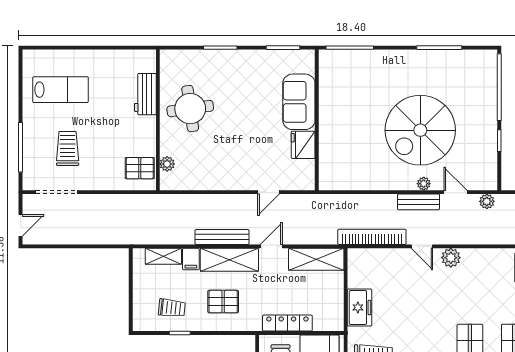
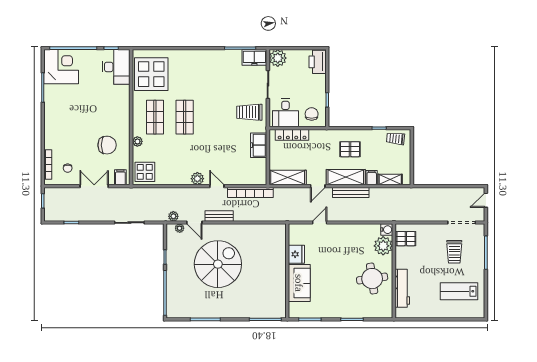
workbench: (145, 94) -> (402, 288), width x1.38
plant: (167, 164) -> (383, 246), width x1.87, depth x1.87
water cooler: (168, 182) -> (387, 230), added
plant: (424, 184) -> (180, 228), moved
trolley: (172, 308) -> (396, 139), moved
locker: (287, 323) -> (292, 135), moved

